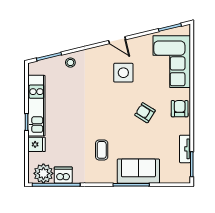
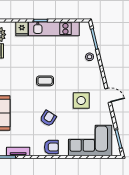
door: (117, 40) -> (108, 95), swing flipped
coffee table: (102, 150) -> (45, 81), moved

